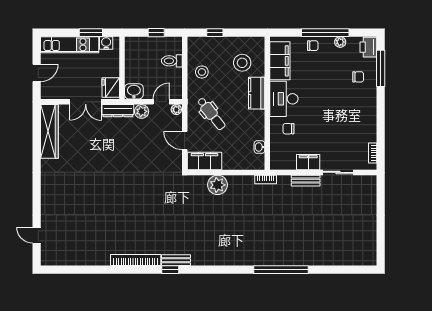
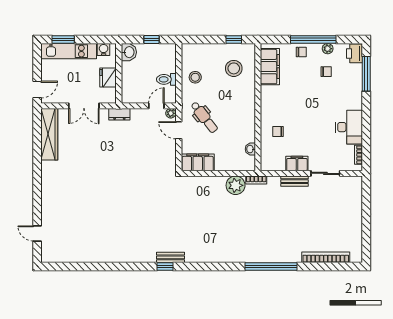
window: (91, 33) -> (63, 39), moved
window: (215, 33) -> (234, 39), moved
toilet: (172, 61) -> (166, 79), moved
door: (37, 73) -> (37, 89), moved
chair: (358, 77) -> (326, 72), moved
fridge: (111, 87) -> (108, 77), moved
washbasin: (134, 91) -> (129, 52), moved, turned 90
kitchen counter: (257, 93) -> (248, 97), removed
desk: (284, 99) -> (349, 127), moved, turned 180
dresser: (118, 111) -> (119, 114), width x0.70
plant: (142, 111) -> (138, 115), removed
door: (185, 141) -> (179, 130), moved
plant: (218, 185) -> (236, 185), moved
bookcase: (136, 260) -> (326, 257), moved

